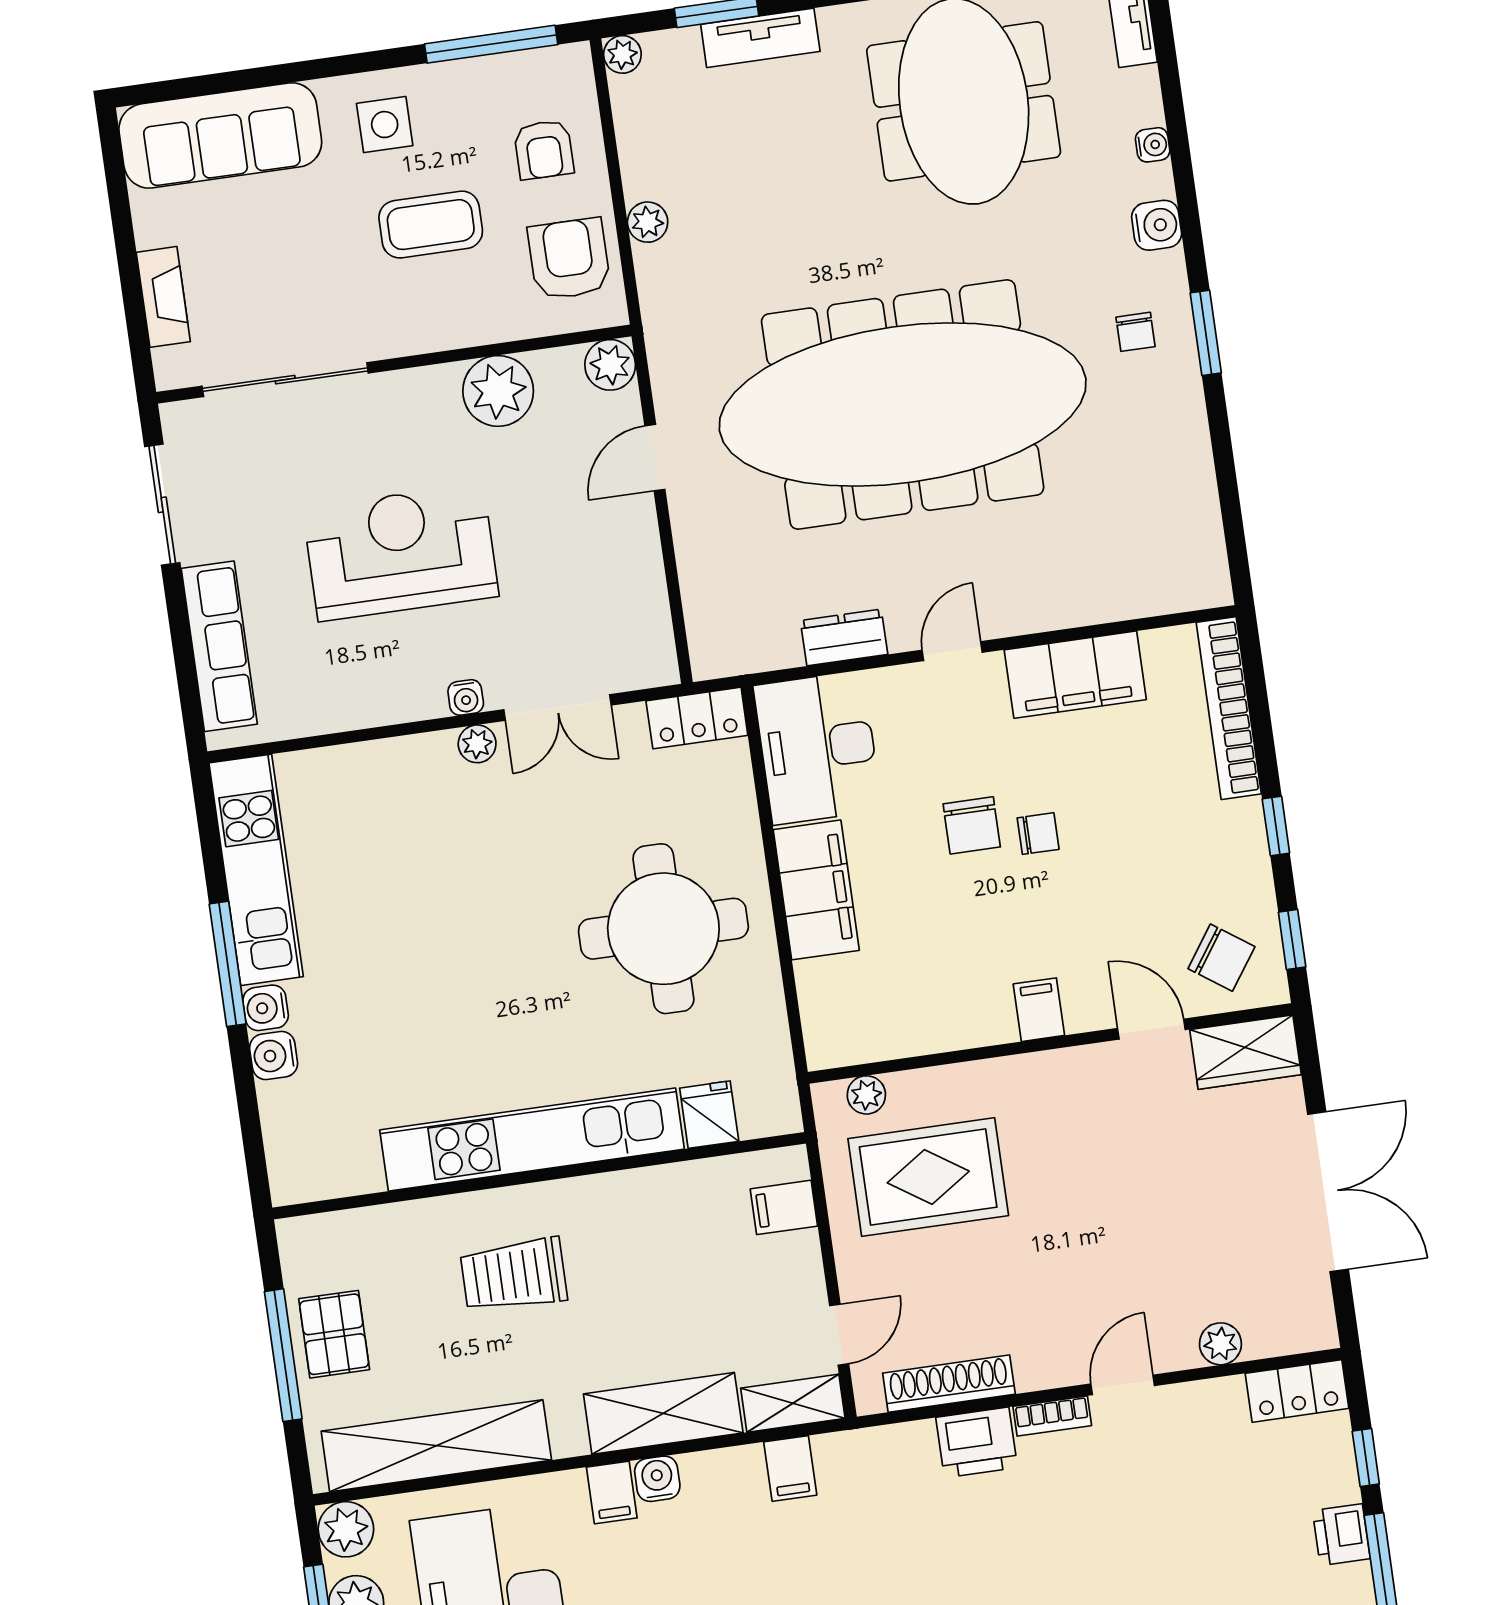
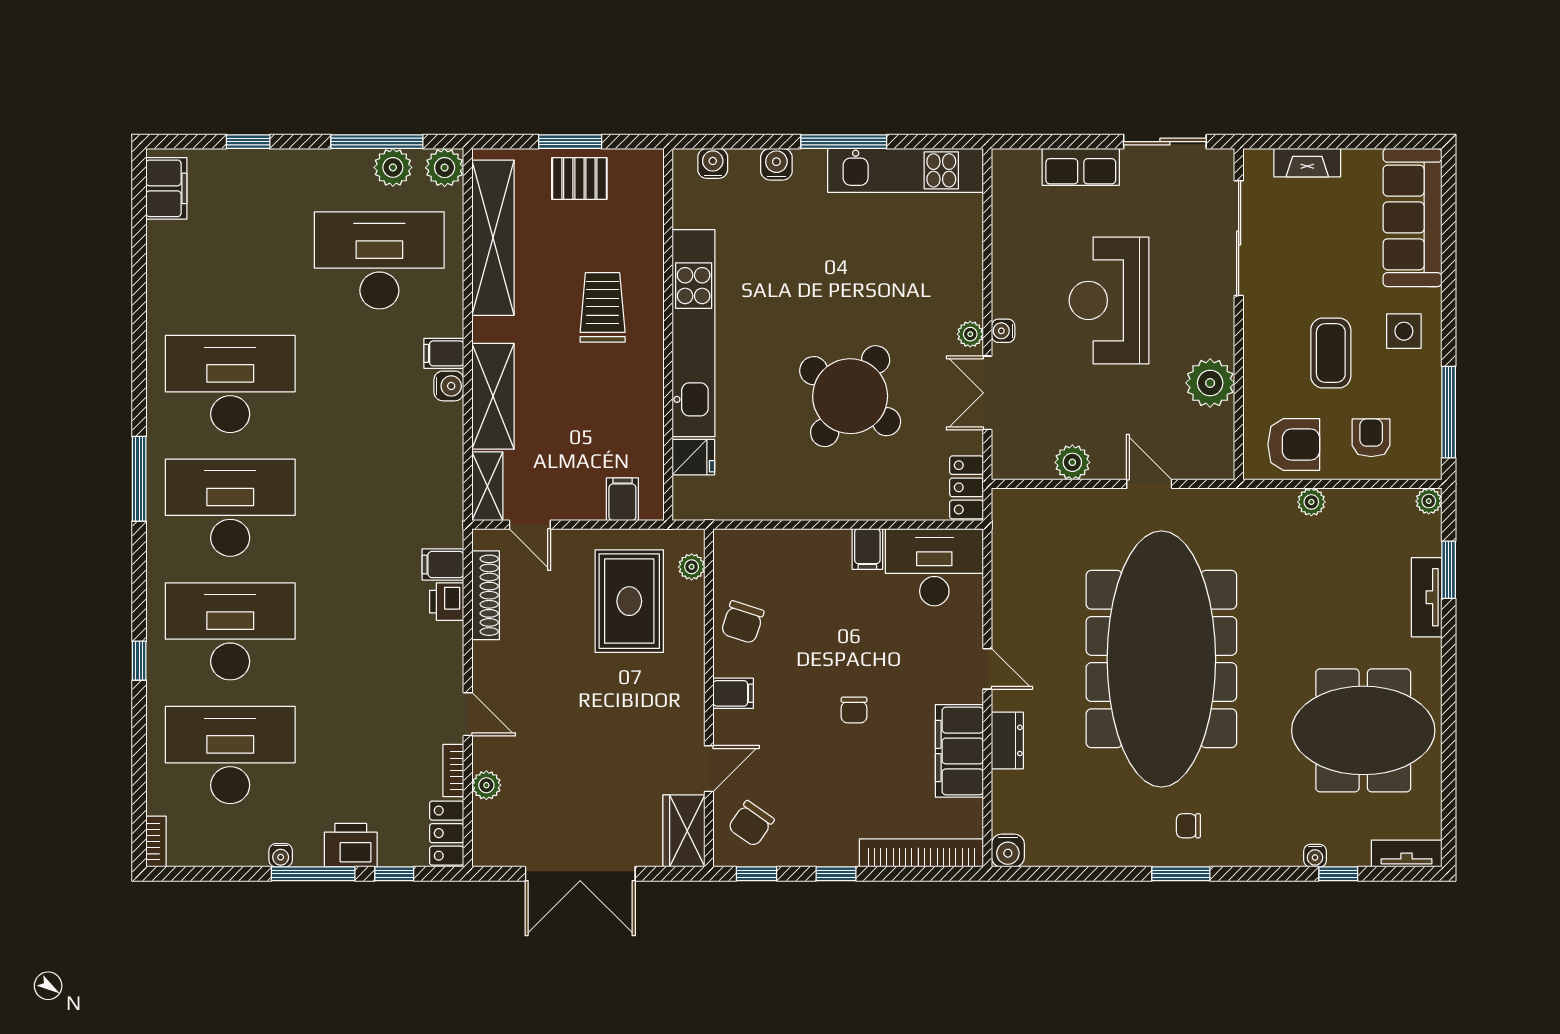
window: (1174, 108) -> (1338, 874), added
armchair: (544, 150) -> (1371, 438), turned 90
water cooler: (1157, 225) -> (1008, 851), moved
plant: (610, 365) -> (1072, 462), moved
reception desk: (401, 552) -> (1109, 300), turned 180
dresser: (844, 637) -> (1007, 740), moved
row of seats: (219, 646) -> (1081, 167), width x0.68
chair: (972, 825) -> (742, 622), moved, turned -72
filing cabinet: (816, 890) -> (867, 549), width x0.33, depth x0.86
round table: (663, 929) -> (850, 396), moved, turned 35
water cooler: (266, 1008) -> (713, 163), moved
window: (283, 1355) -> (570, 142), width x0.69
bookcase: (1052, 1416) -> (453, 771), moved
printer: (977, 1442) -> (447, 602), width x0.73, depth x0.81
filing cabinet: (790, 1468) -> (443, 564), moved
printer: (1341, 1535) -> (351, 845), width x1.36, depth x1.24

